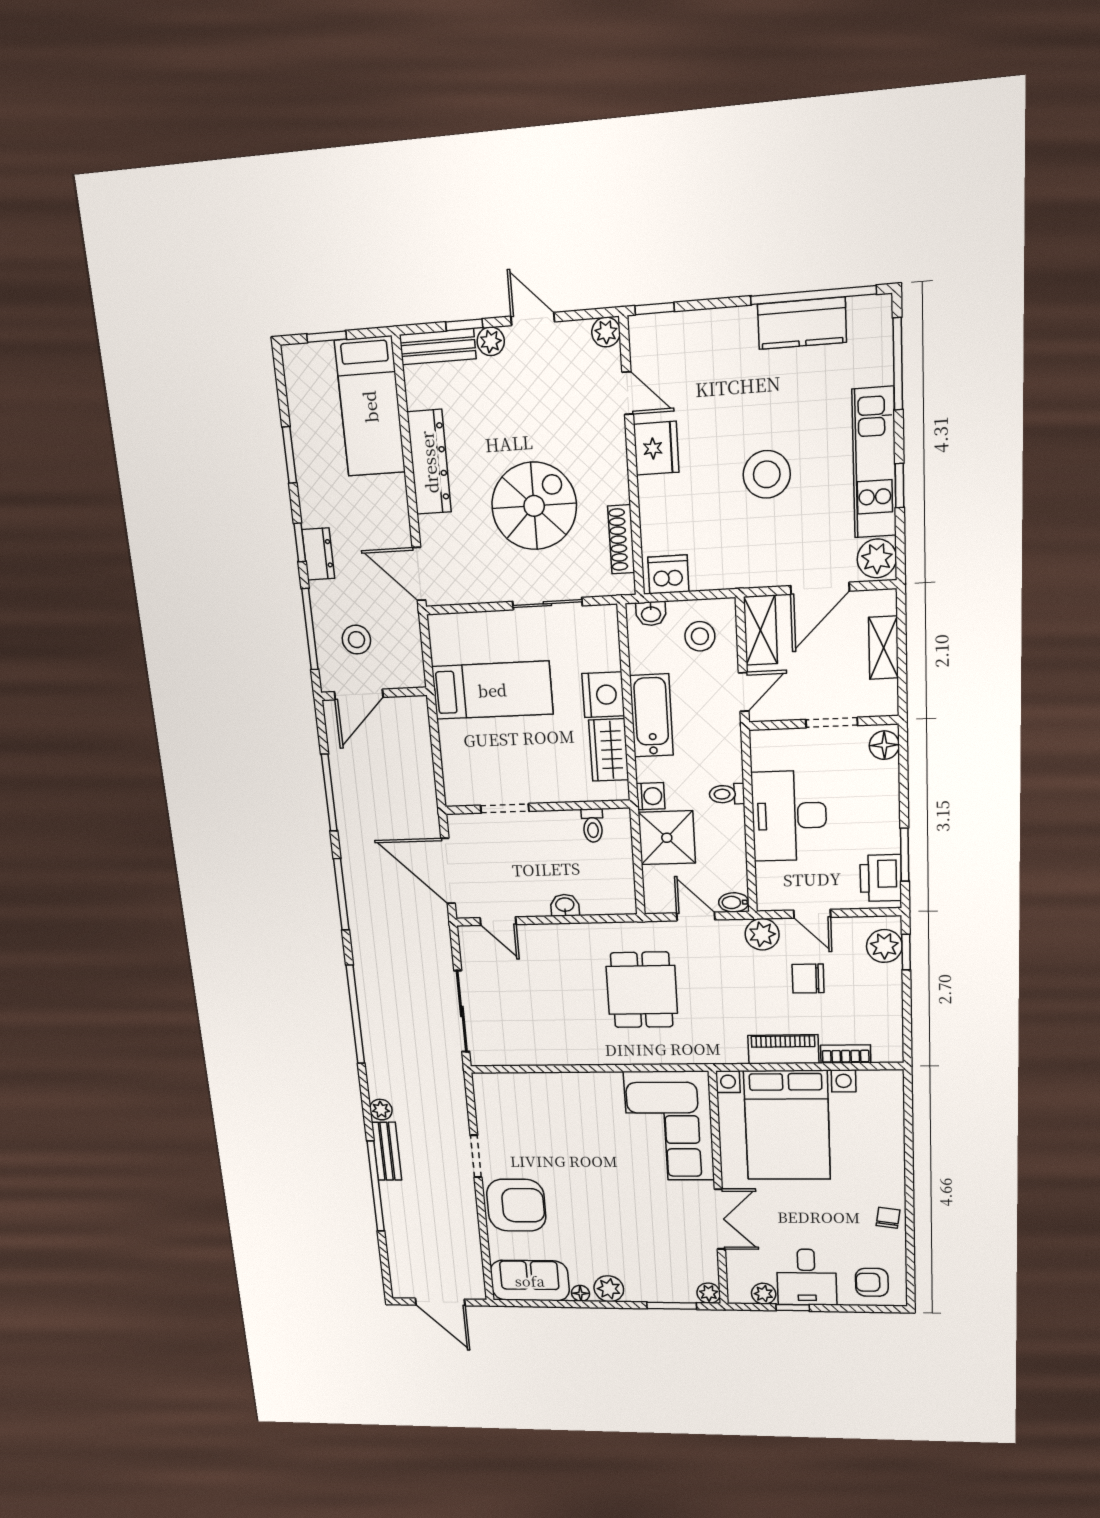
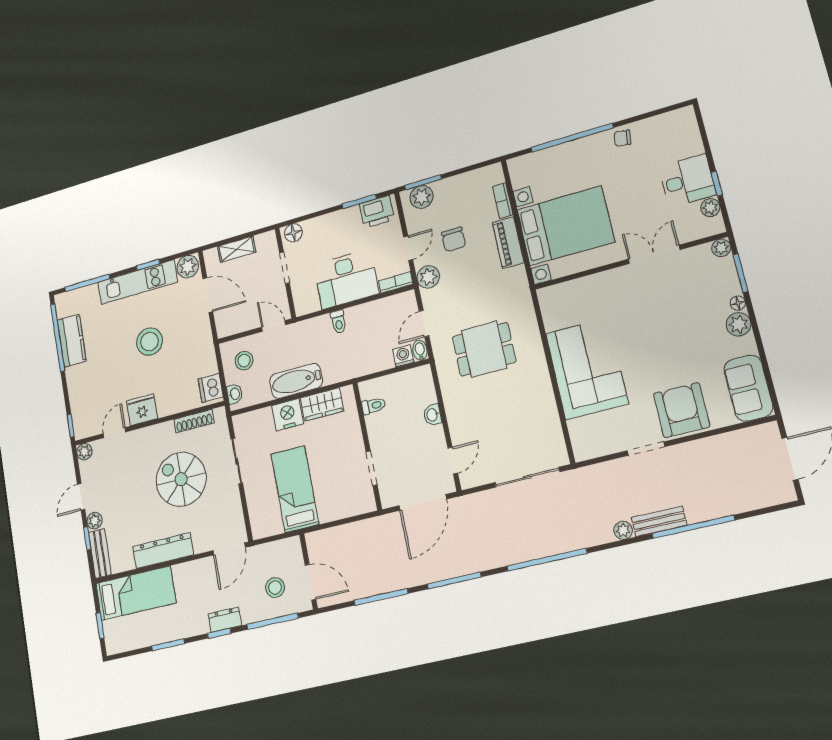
shelving: (760, 630) -> (236, 324), removed
washing machine: (651, 796) -> (403, 356), moved
shower: (667, 838) -> (373, 354), removed
bookcase: (766, 887) -> (396, 282), added
bidet: (734, 902) -> (420, 350), moved, turned 180
window: (906, 952) -> (423, 182), width x1.50
corner sofa: (669, 1126) -> (587, 369), moved, turned -90
window: (909, 1158) -> (572, 138), added
armchair: (872, 1282) -> (679, 134), removed
floor lamp: (580, 1293) -> (738, 303), moved

